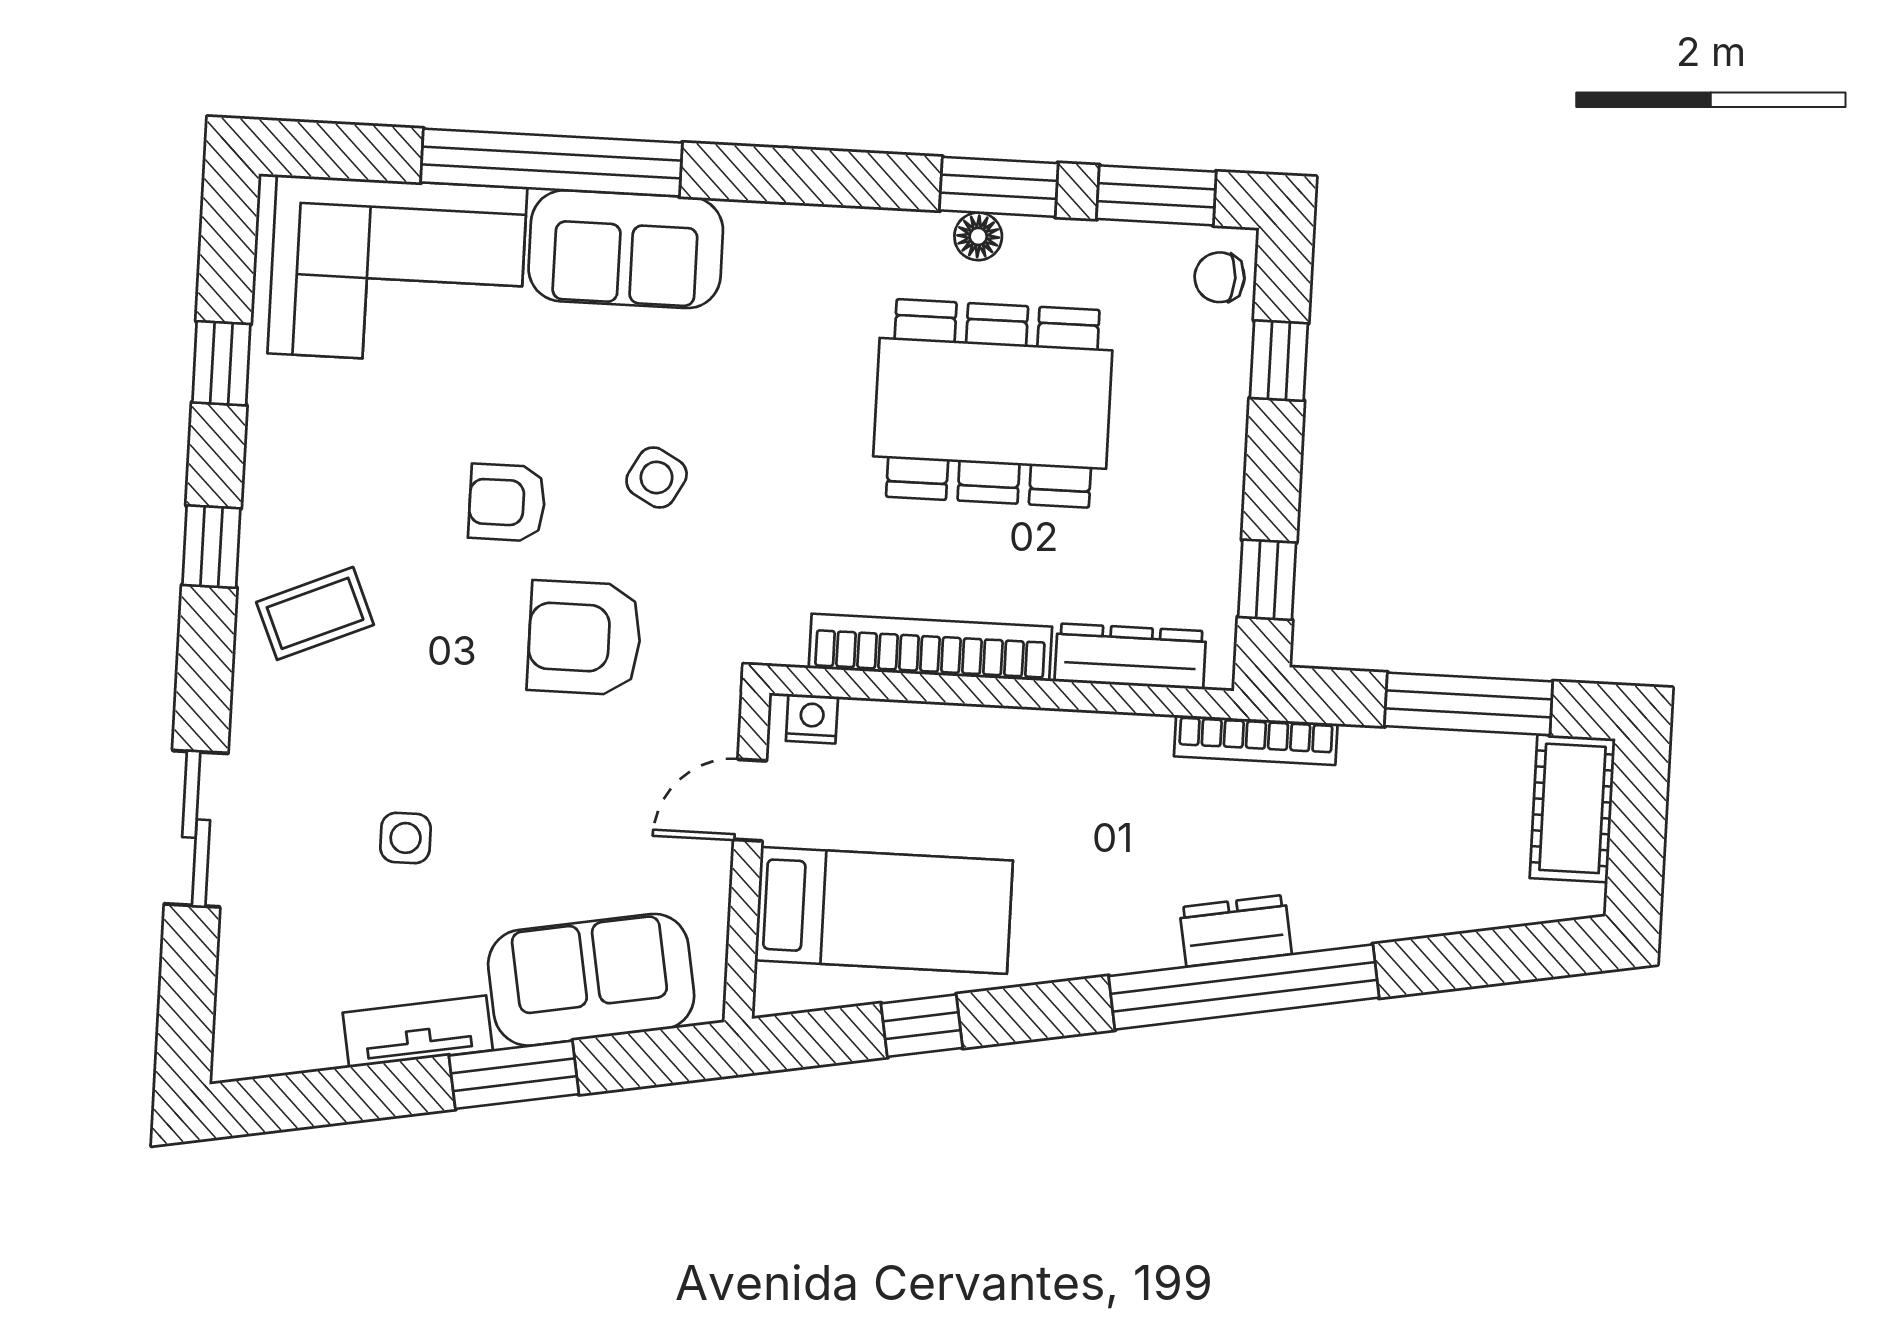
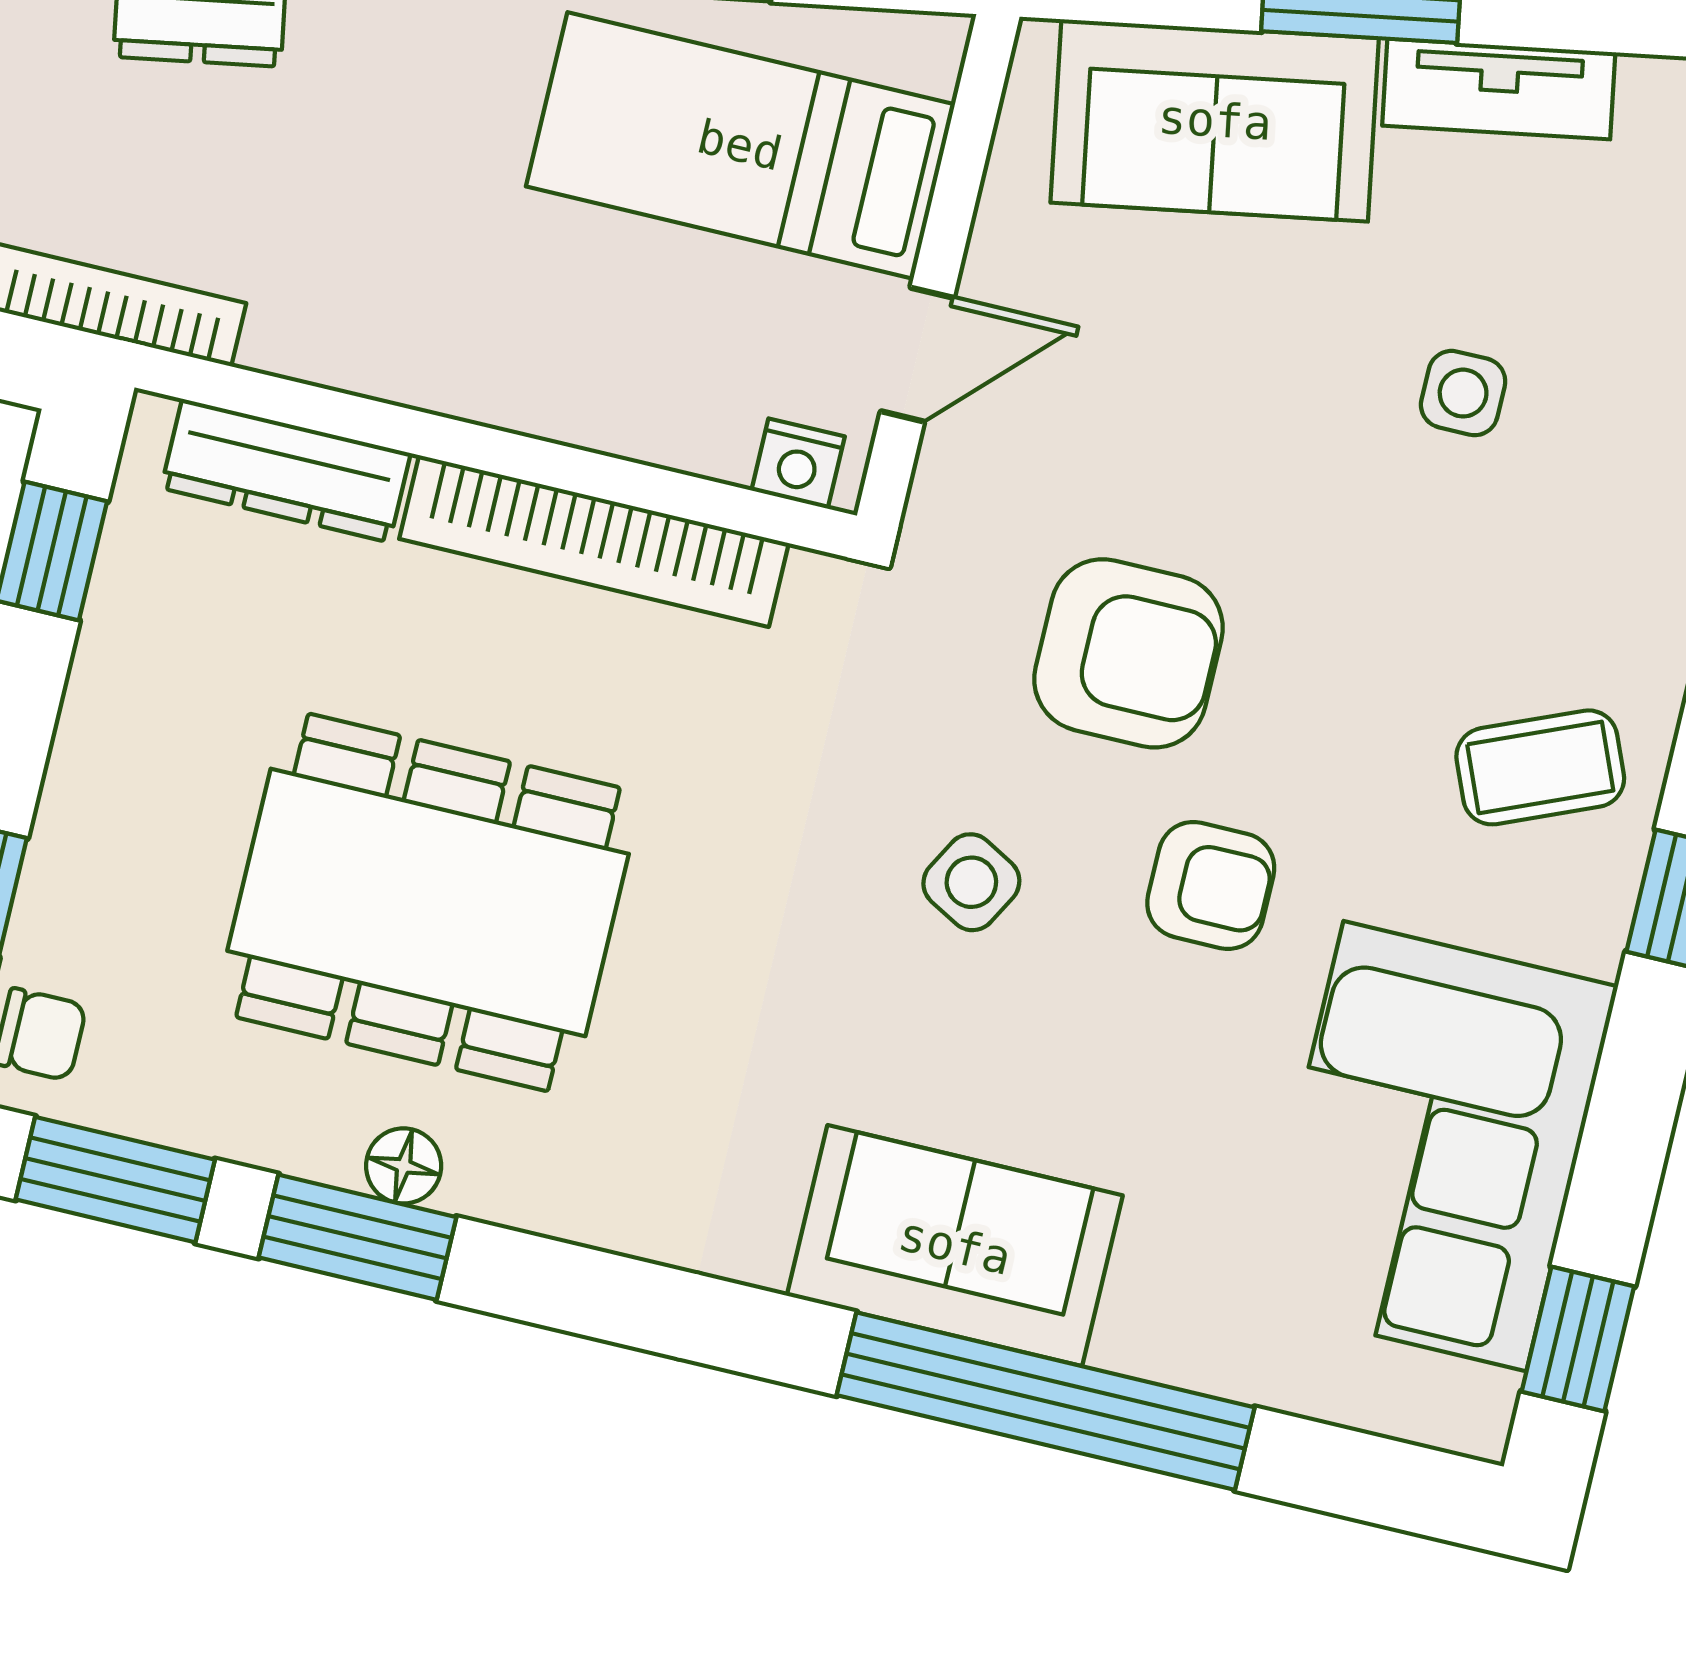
corner sofa: (397, 271) -> (1435, 1146), moved, turned -90
window: (221, 363) -> (1578, 1339), moved

